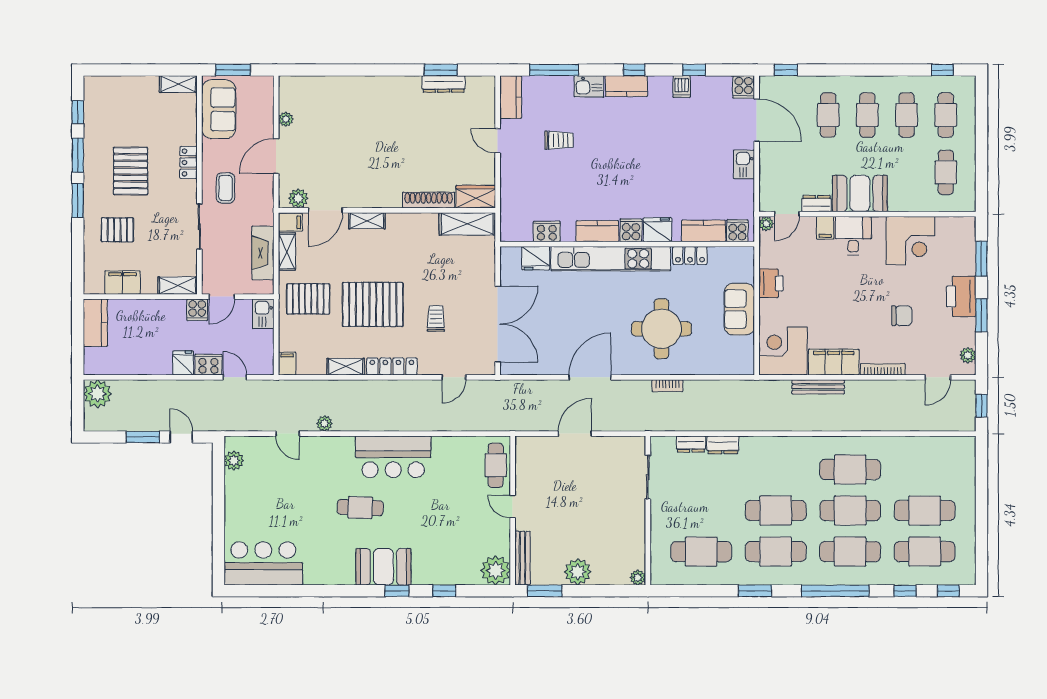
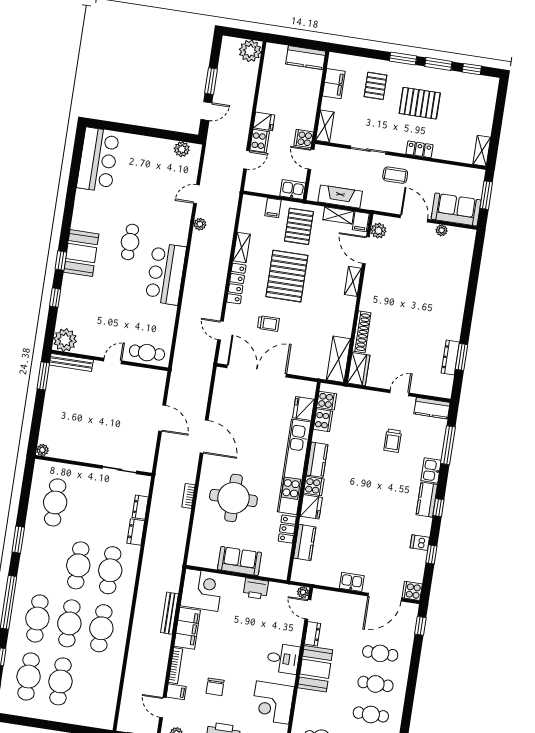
sofa: (219, 109) -> (456, 210), moved, turned 180
filing cabinet: (825, 228) -> (176, 692), moved, turned 180
cooker: (737, 231) -> (327, 401), moved
double door: (498, 324) -> (257, 371), swing flipped
filing cabinet: (287, 363) -> (273, 208), moved, turned 90
cafe table: (776, 552) -> (110, 570), moved
plant: (578, 572) -> (54, 404), removed

